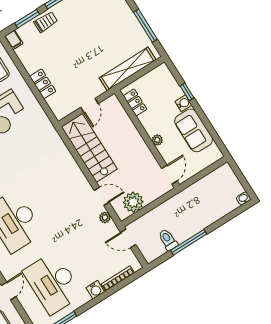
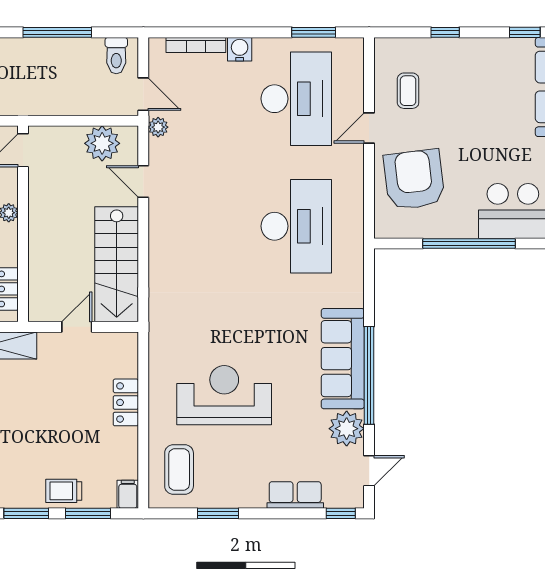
plant: (105, 217) -> (158, 127), moved
toilet: (168, 240) -> (116, 56), moved

